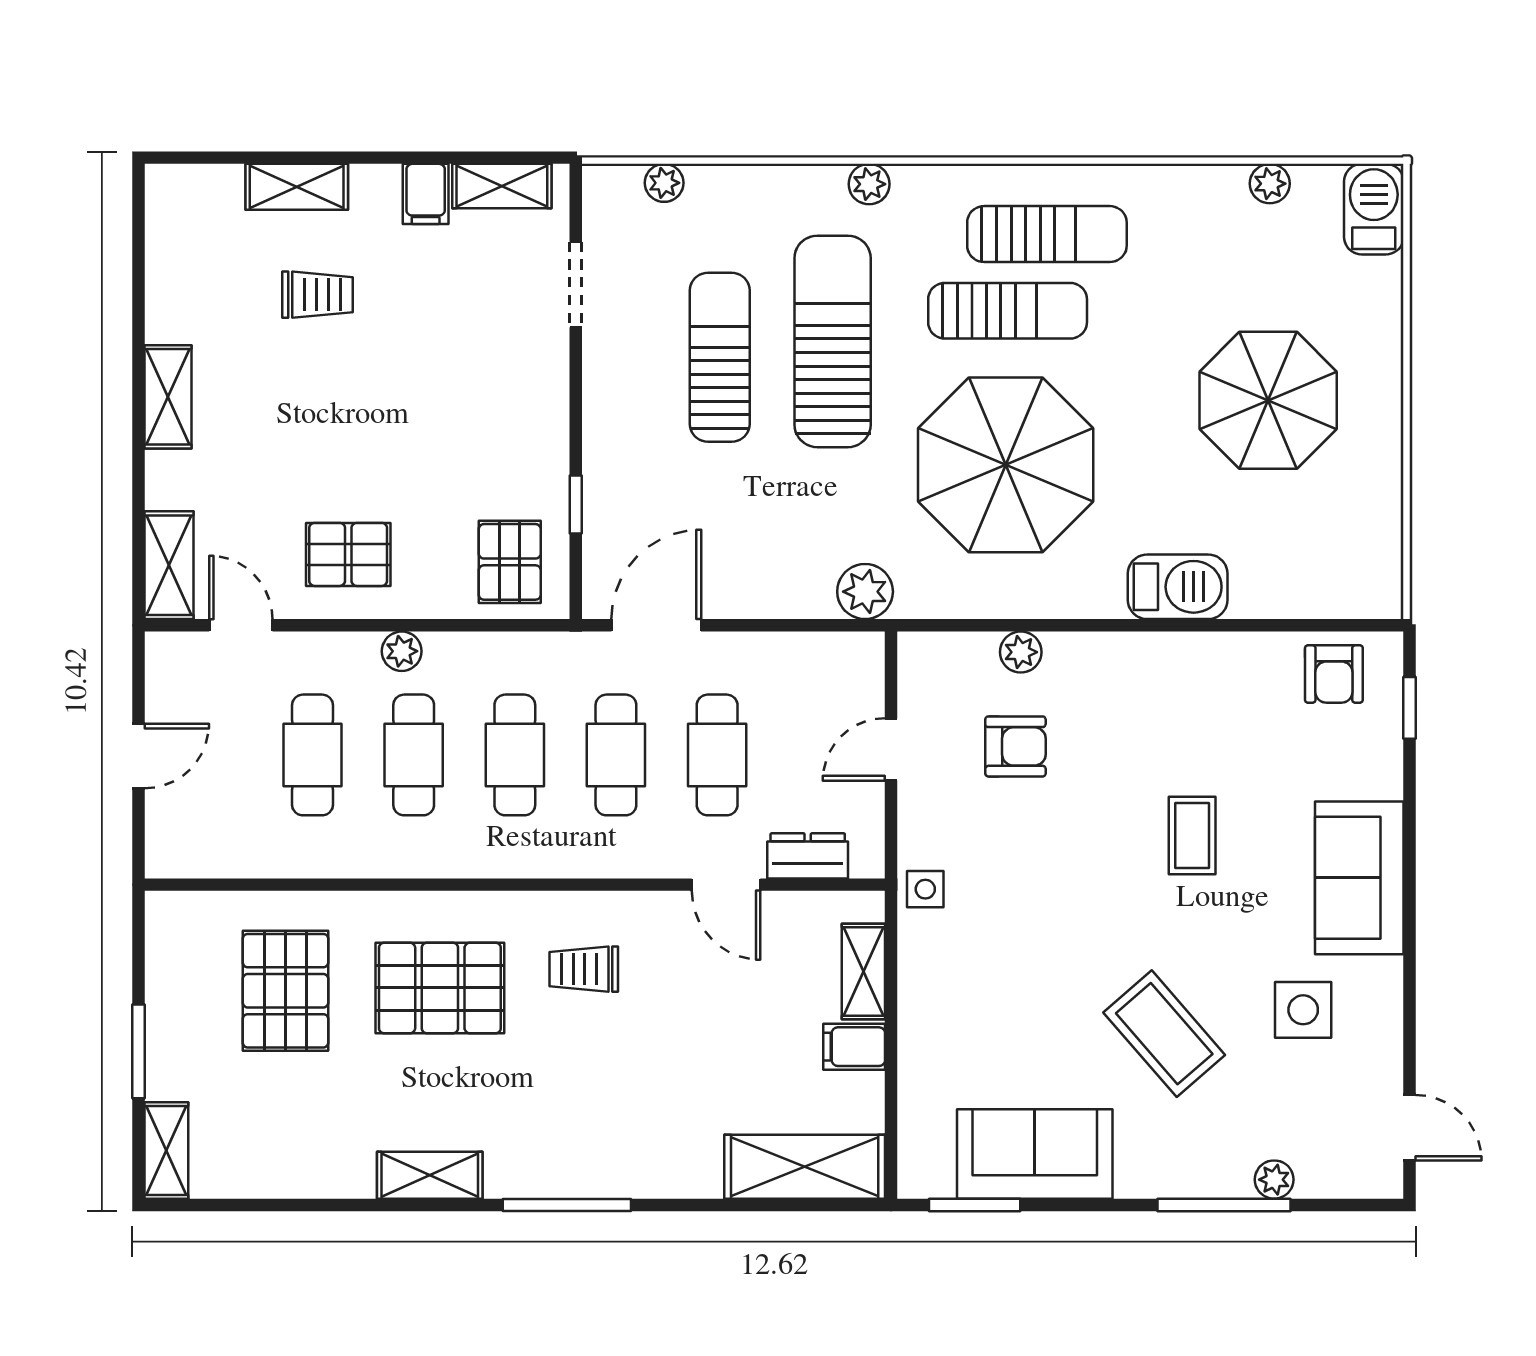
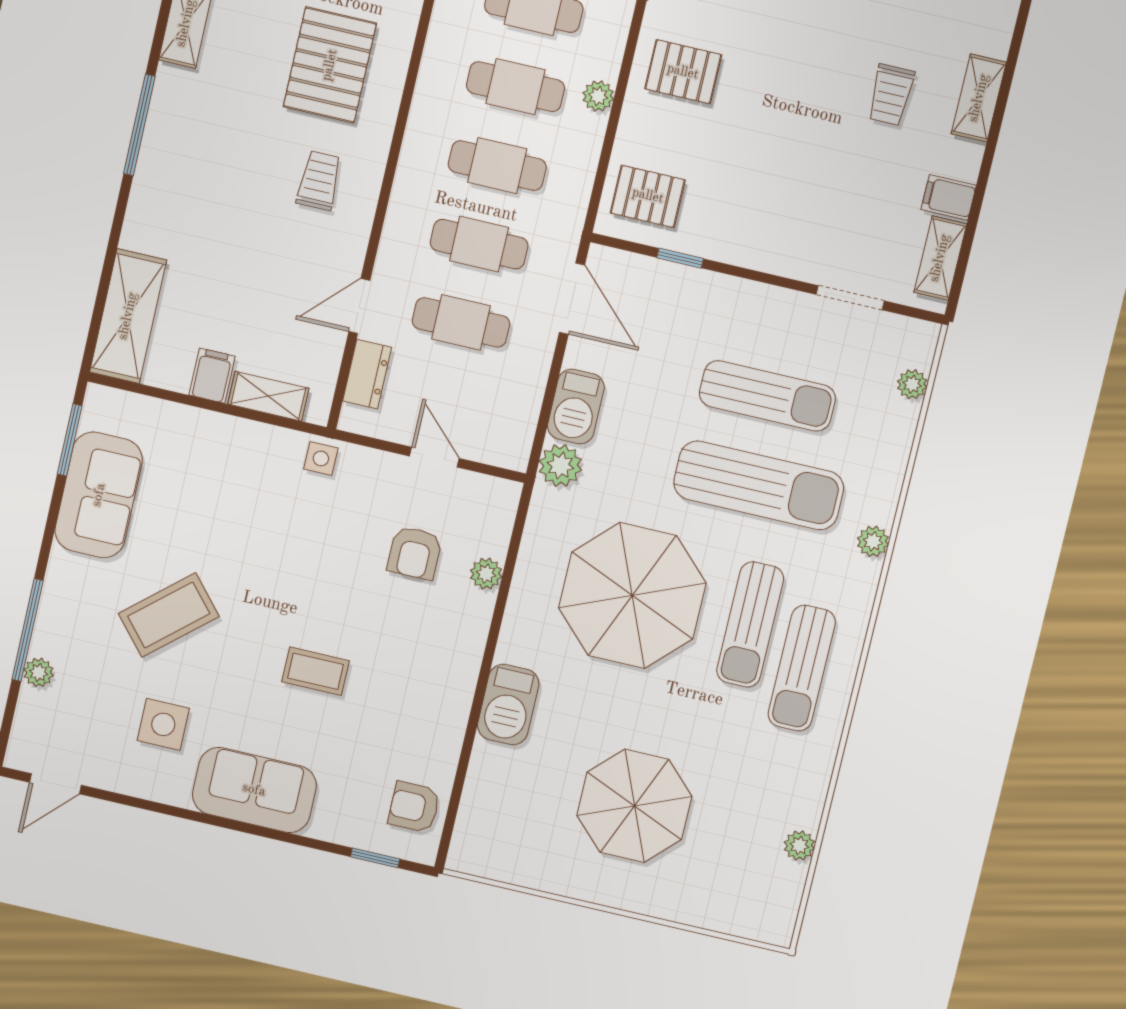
barbecue: (1374, 209) -> (576, 407), moved, turned 90
pallet: (348, 554) -> (683, 72), turned 90

